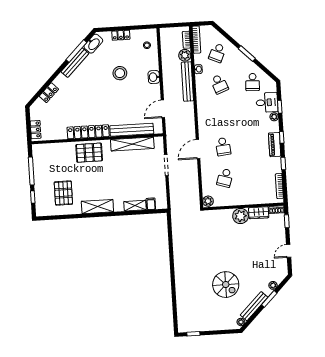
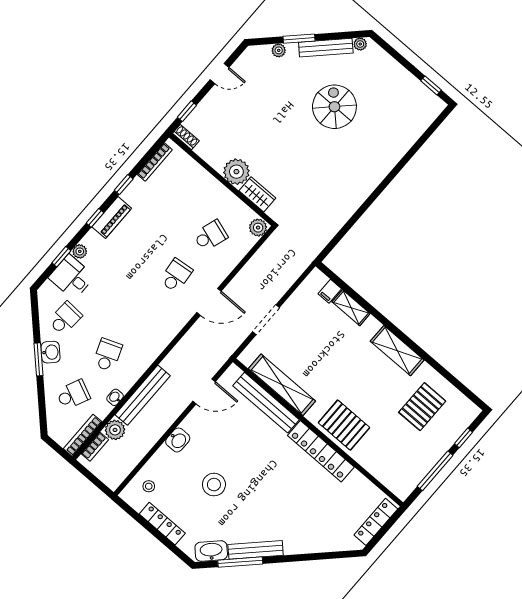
locker: (121, 35) -> (162, 524), width x1.53
washbasin: (245, 62) -> (51, 352), added
locker: (49, 93) -> (322, 544), removed
locker: (36, 130) -> (376, 522), width x1.53
wardrobe: (259, 213) -> (257, 194), moved

